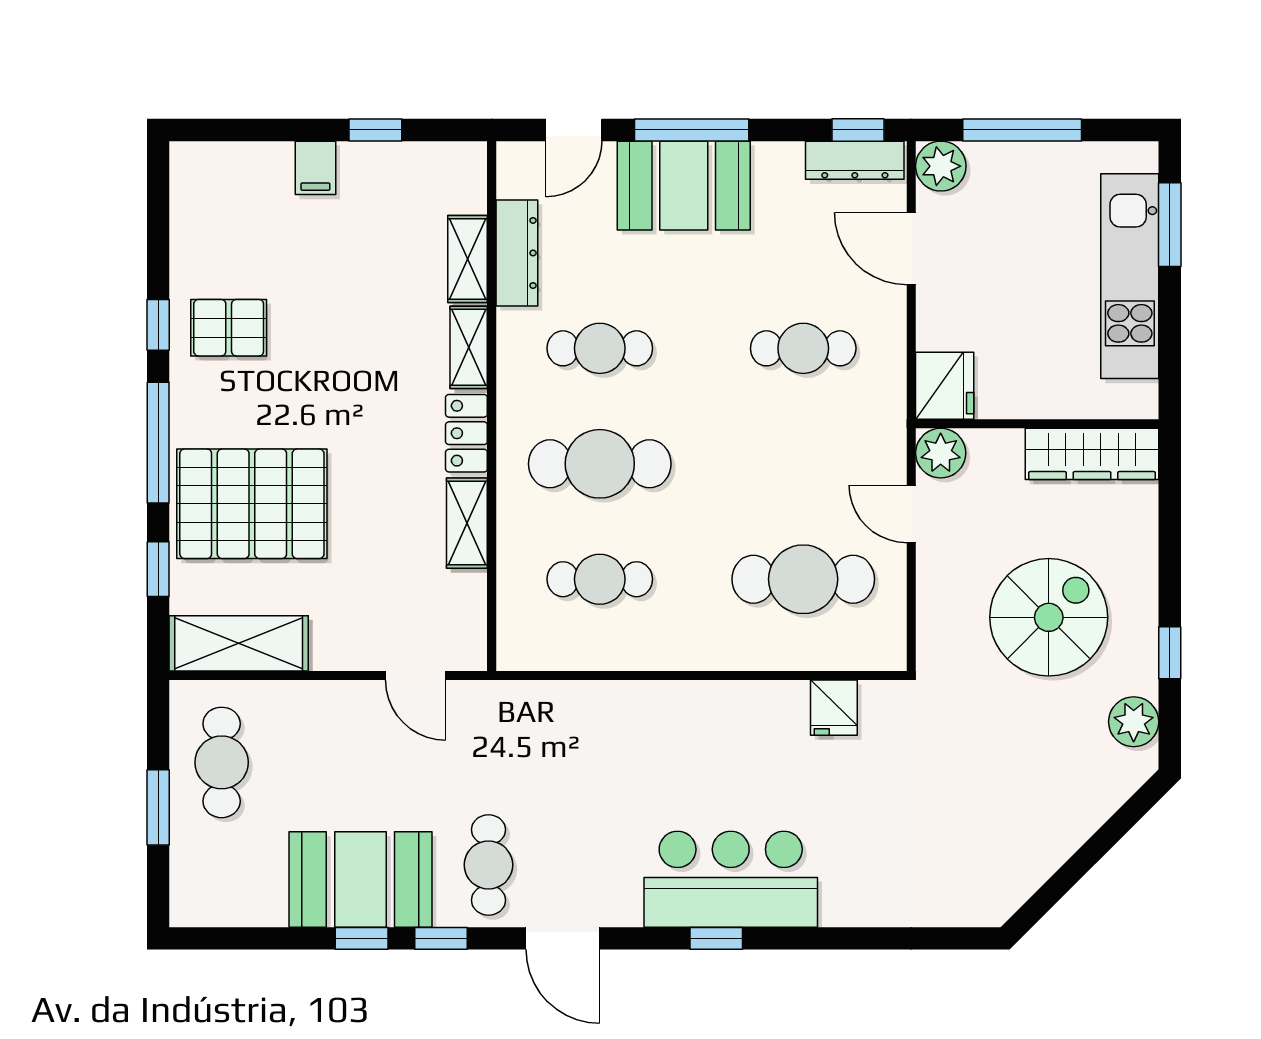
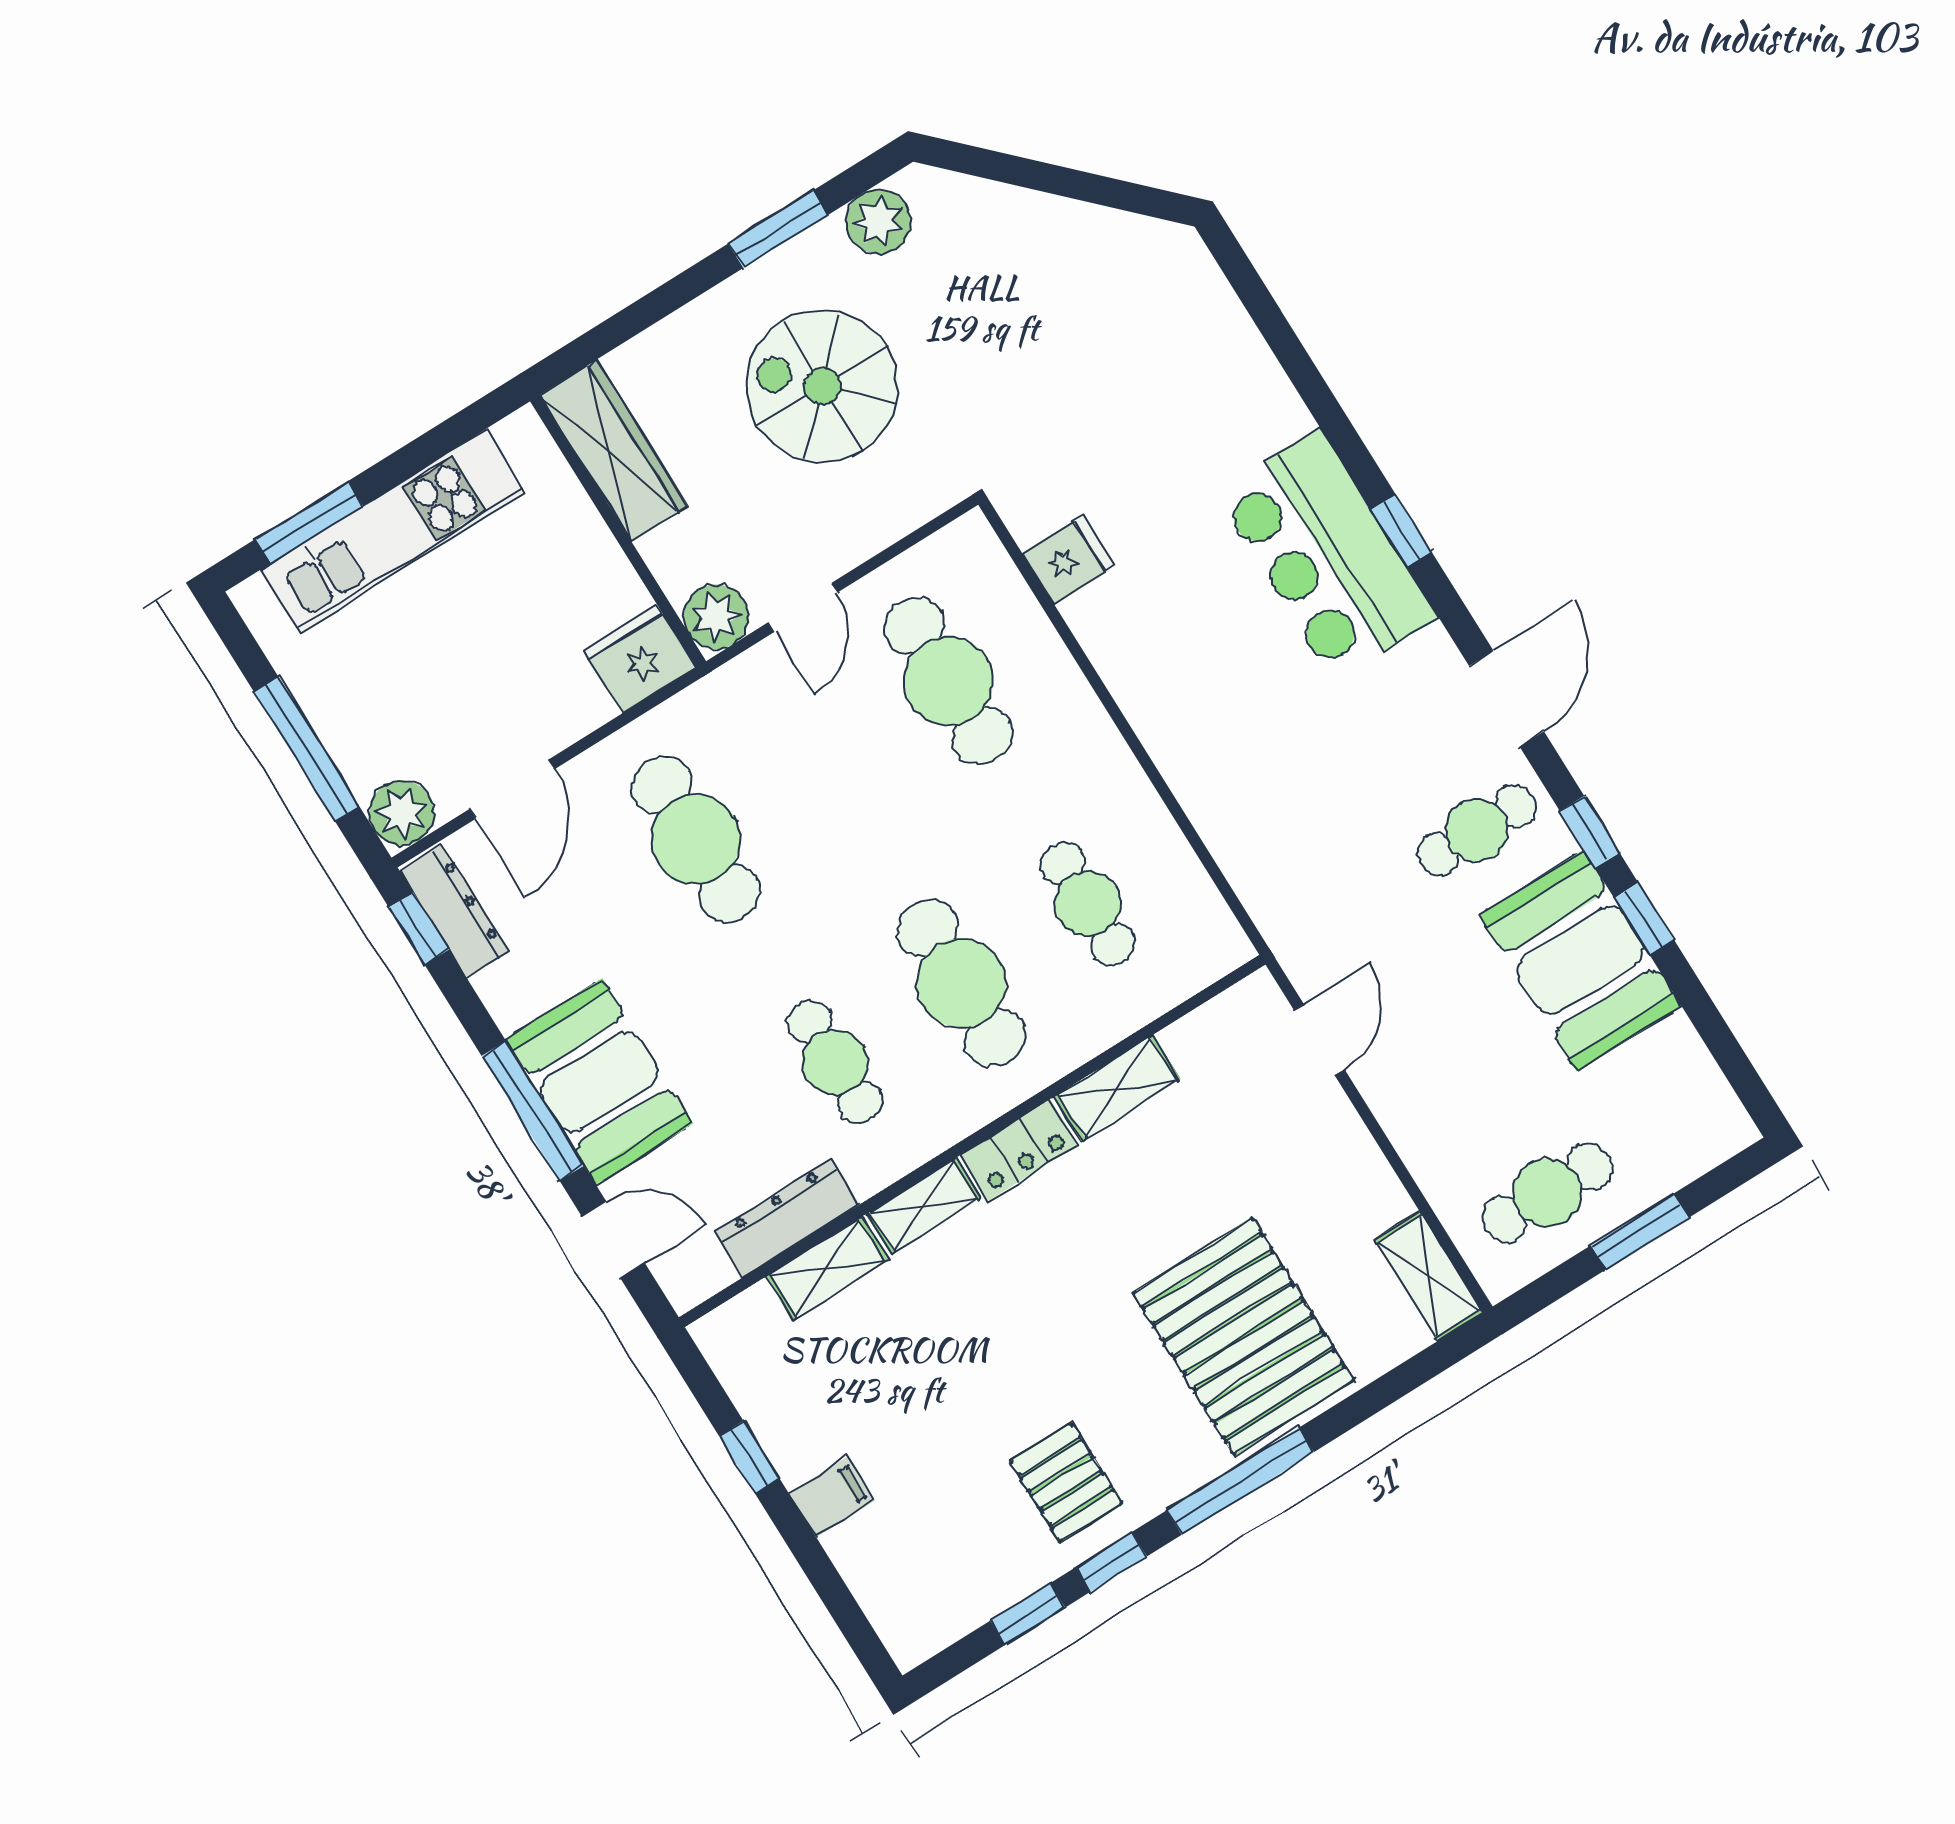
cafe table: (803, 348) -> (696, 839), width x1.37, depth x1.35
window: (158, 569) -> (1028, 1614), moved
shelving: (239, 643) -> (1428, 1276), width x0.67, depth x0.75
window: (1170, 653) -> (778, 229), width x1.50

